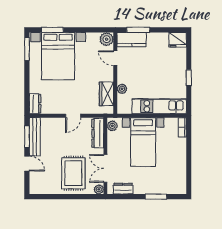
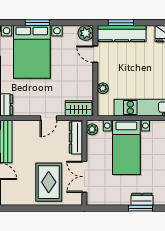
window: (52, 30) -> (37, 23), moved
kitchen counter: (132, 40) -> (122, 34), width x1.50
wardrobe: (106, 94) -> (79, 108), moved, turned 90
plant: (99, 189) -> (77, 200), removed
dresser: (123, 189) -> (142, 199), moved

